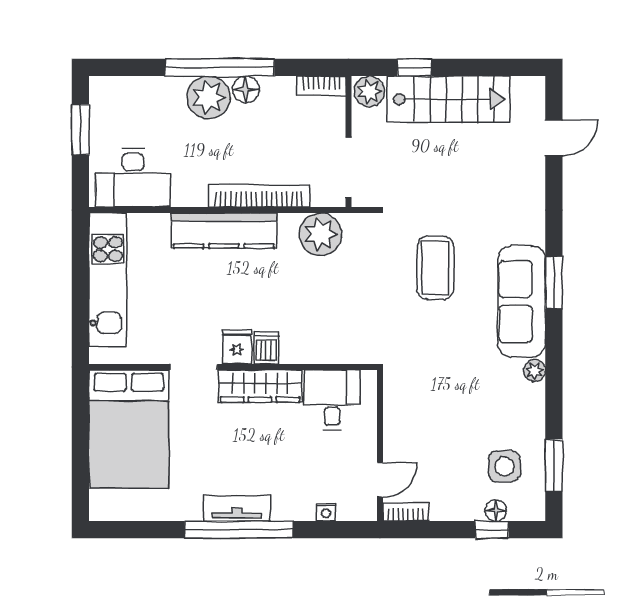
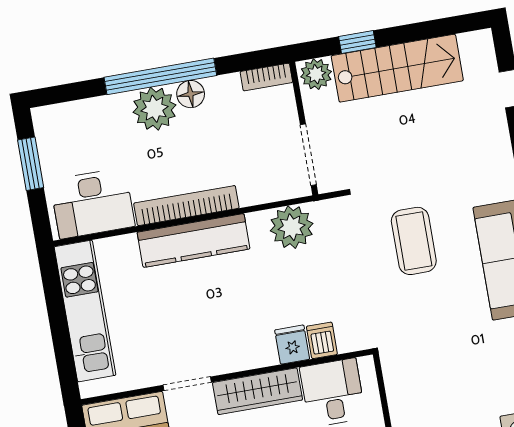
bookcase: (259, 196) -> (186, 206), moved
fridge: (237, 347) -> (292, 345), moved
dishwasher: (266, 348) -> (322, 340), moved

